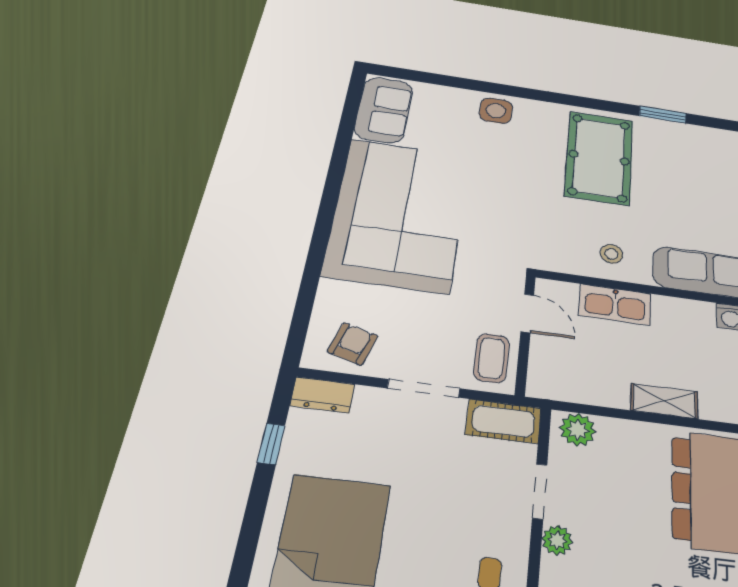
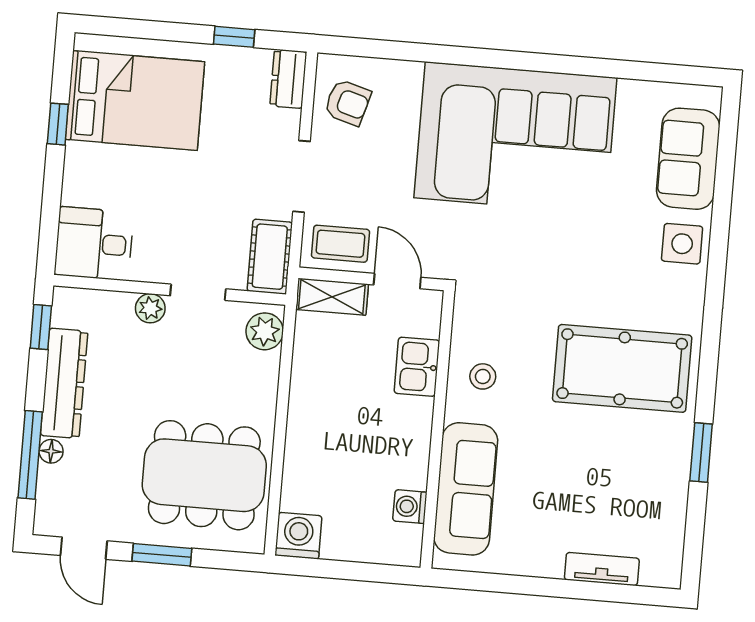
sofa: (384, 110) -> (688, 159), moved, turned 90
kitchen sink: (615, 304) -> (417, 367), width x0.73
door: (527, 313) -> (397, 281), swing flipped
shelving: (664, 401) -> (332, 297), moved, turned 90

